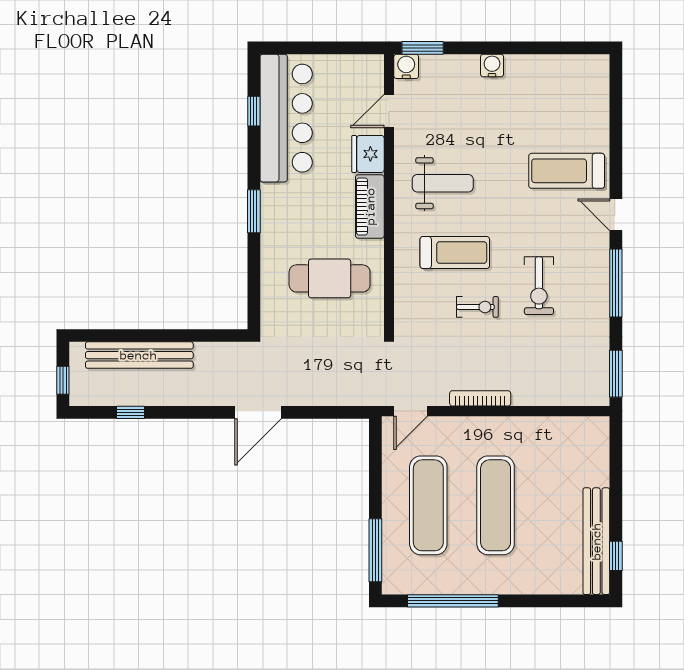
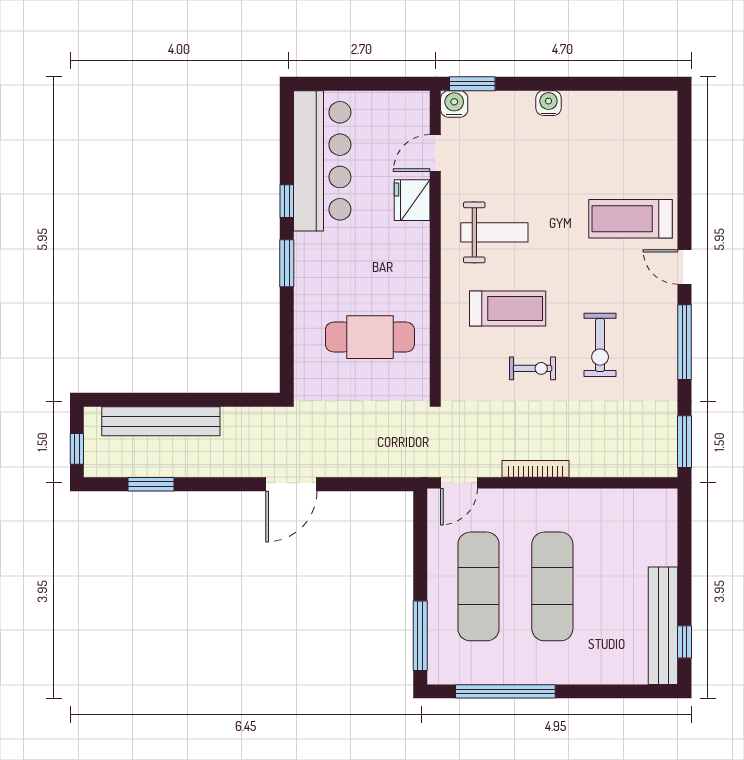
window: (254, 111) -> (287, 201), moved
piano: (370, 206) -> (414, 258), removed
window: (130, 412) -> (151, 484), width x1.50

